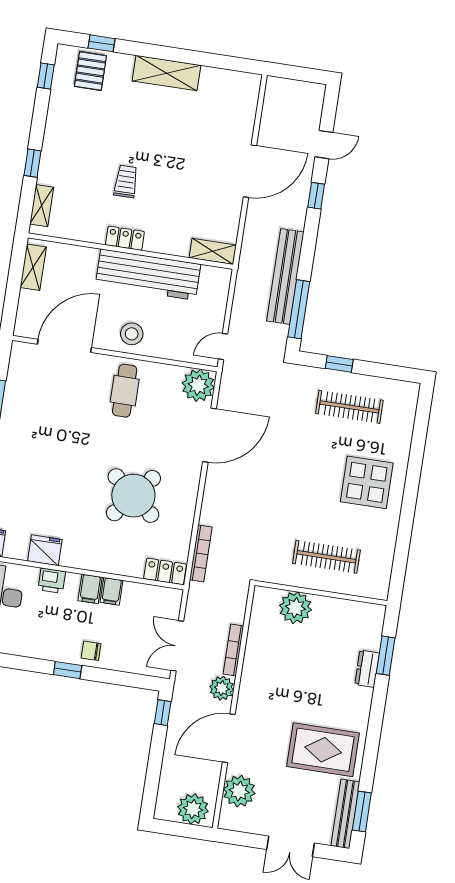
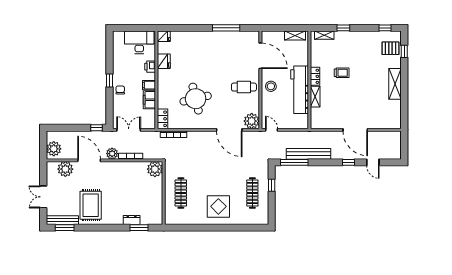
shelving: (213, 251) -> (315, 97), moved
round table: (133, 496) -> (196, 99), turned 38
filing cabinet: (111, 591) -> (149, 100), width x2.00
plant: (295, 608) -> (155, 169), moved

